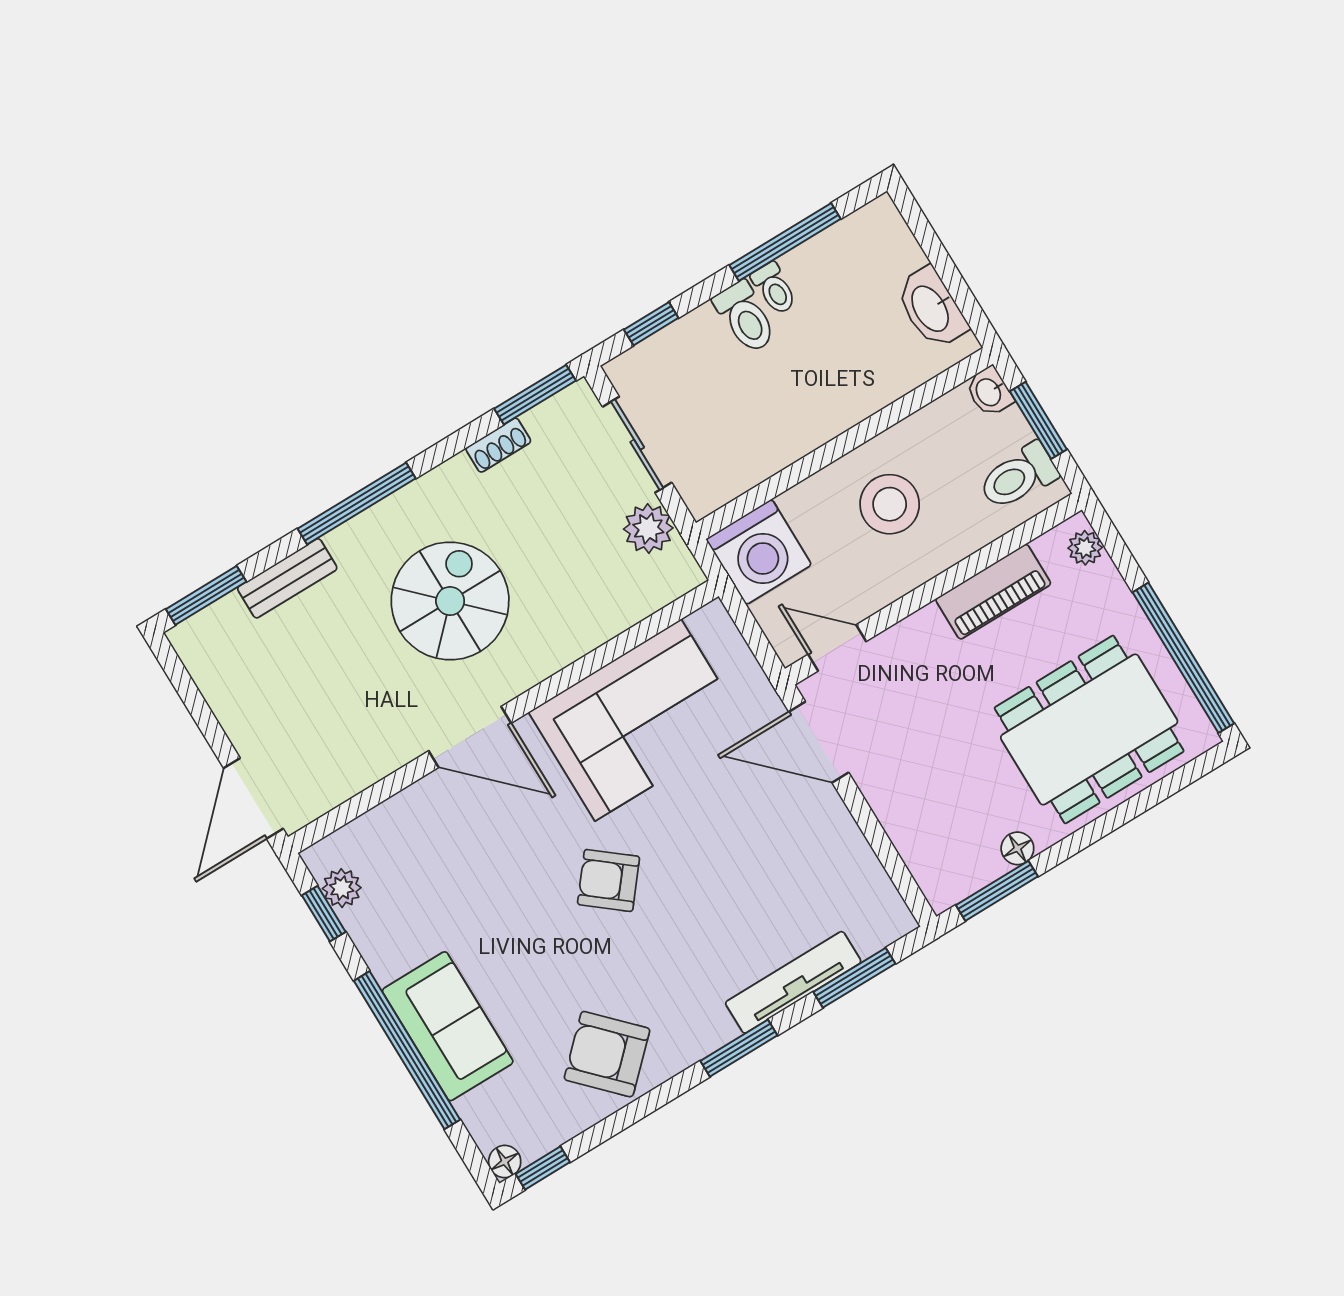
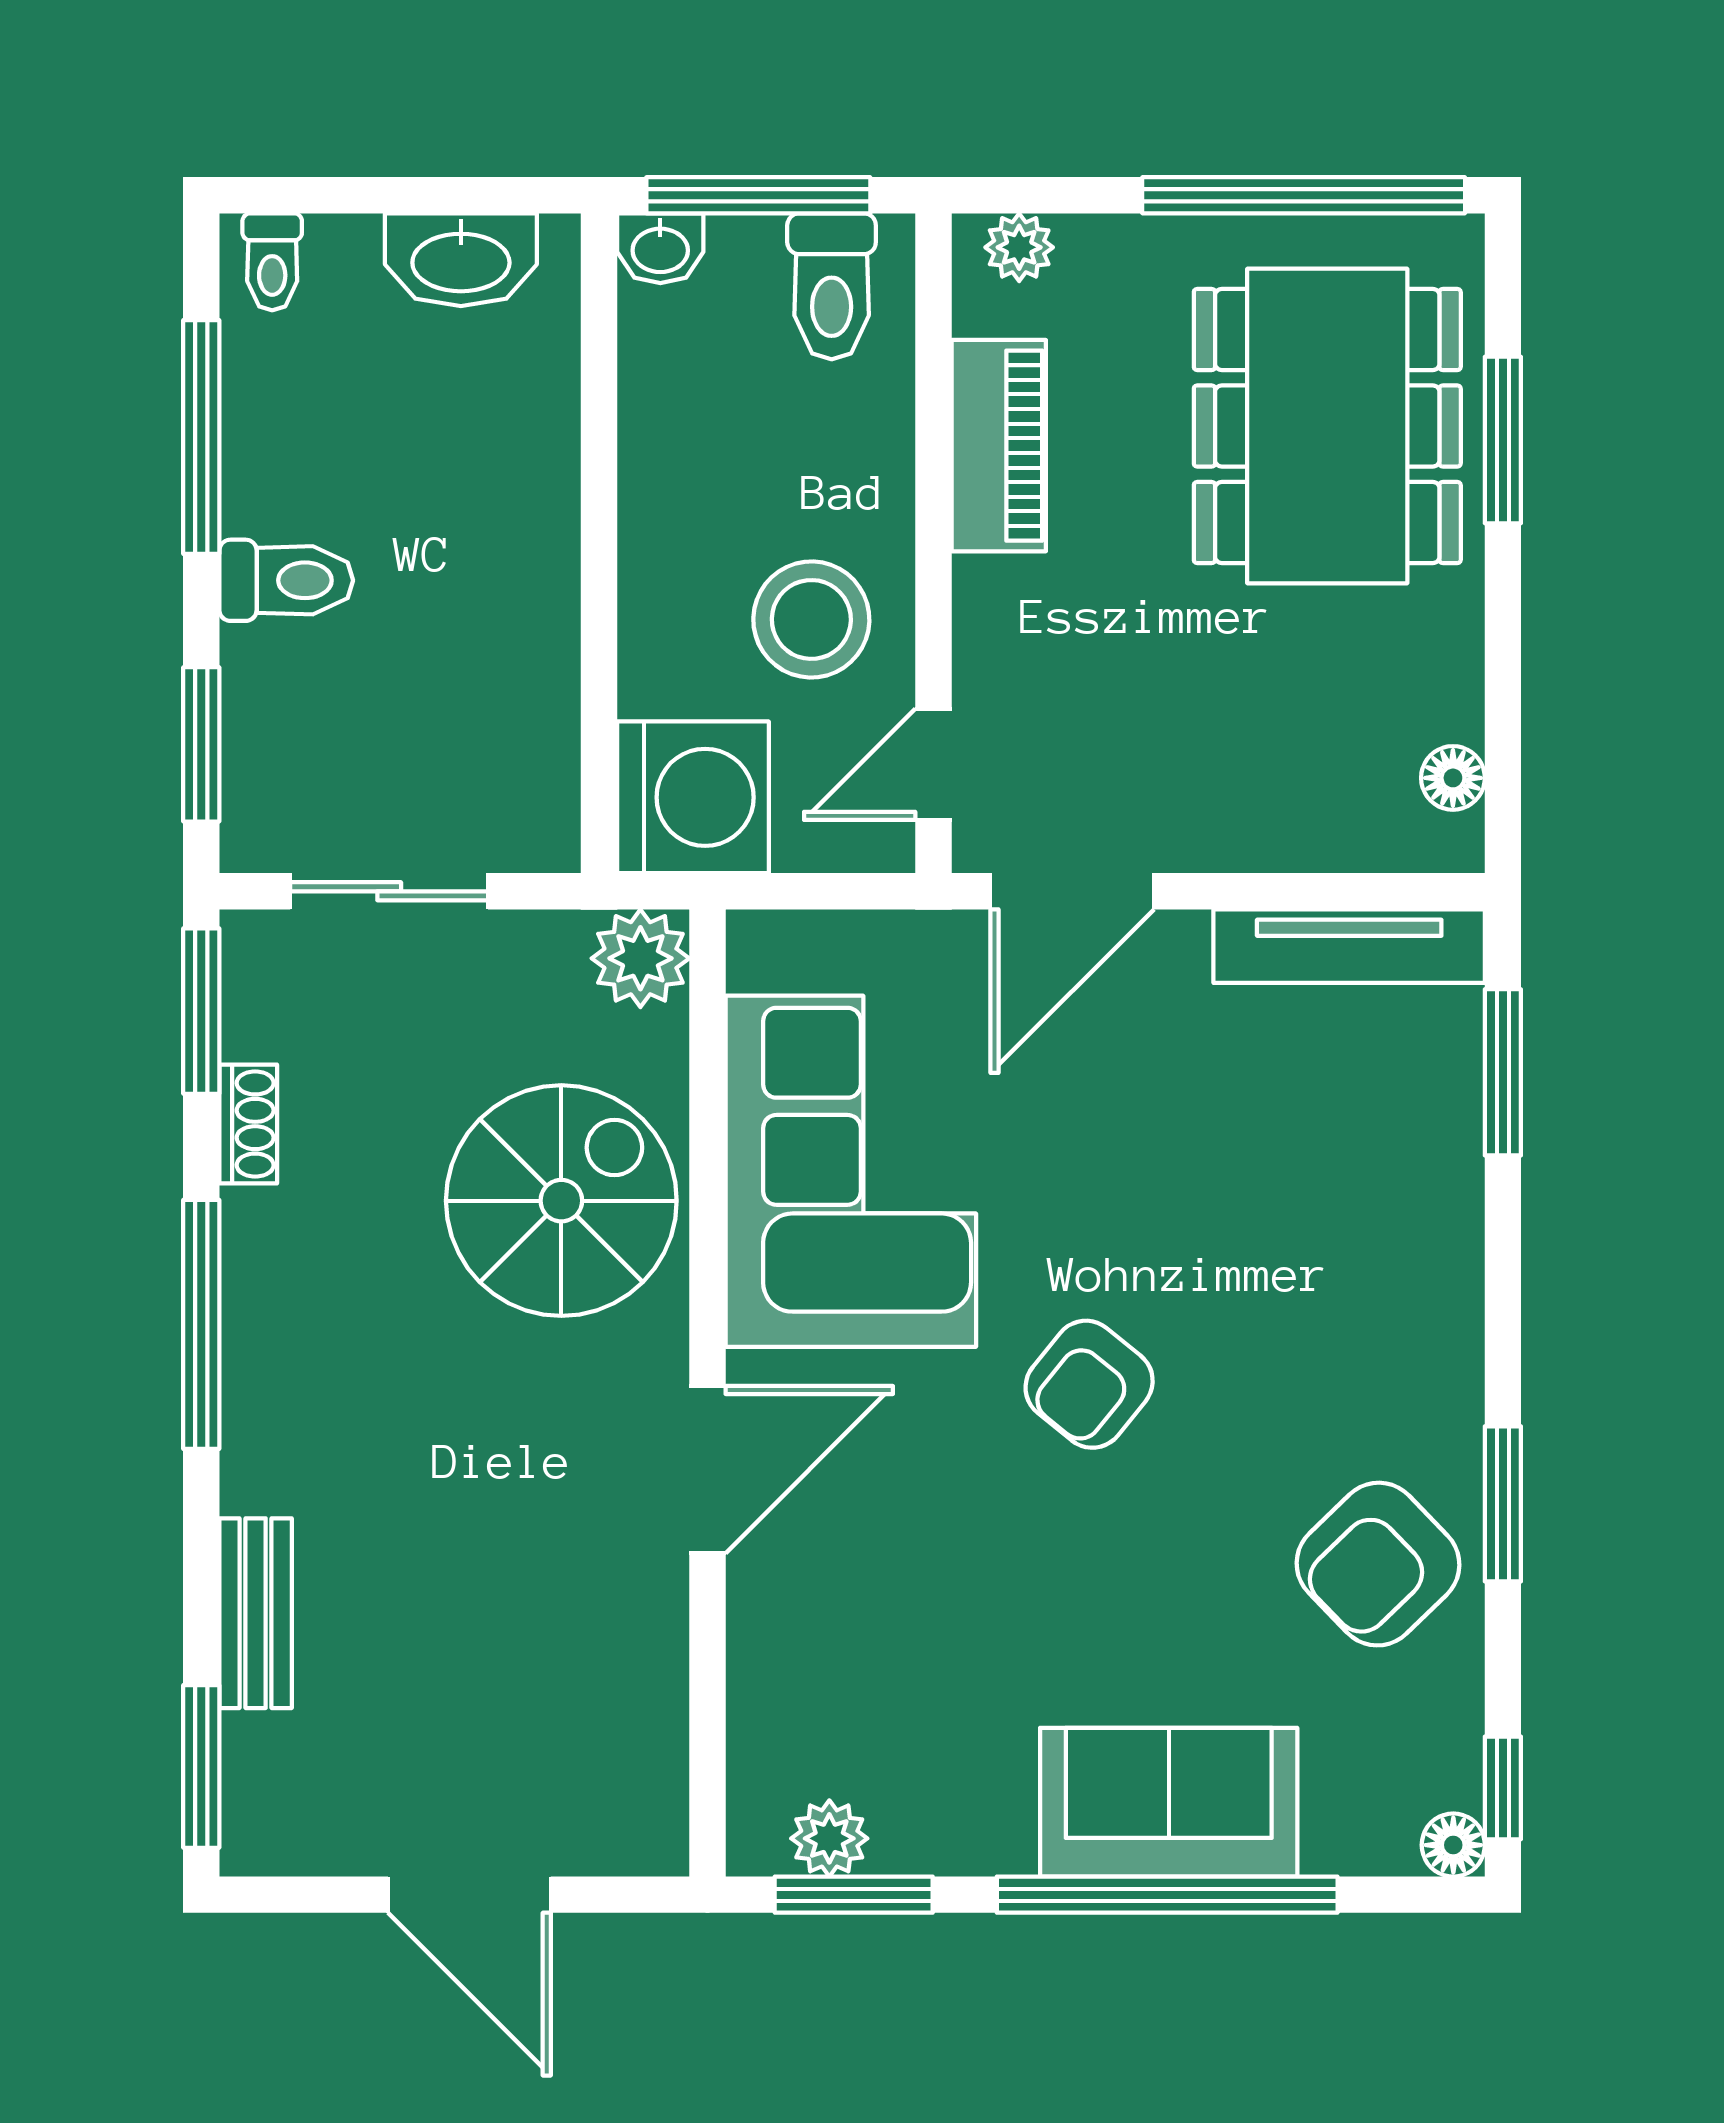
toilet: (774, 288) -> (272, 262), moved, turned 90
window: (651, 324) -> (201, 744), width x1.50
window: (1038, 420) -> (758, 195), width x1.44
window: (357, 503) -> (201, 1324), moved
stool: (890, 504) -> (811, 619), moved
plant: (648, 528) -> (640, 958), moved
spiral stairs: (450, 601) -> (561, 1201), moved, turned 90
door: (253, 798) -> (469, 1895), moved
floor lamp: (1017, 848) -> (1453, 778), moved
window: (997, 891) -> (1503, 440), moved
window: (324, 914) -> (854, 1895), width x1.50
tv unit: (793, 982) -> (1349, 946), moved, turned -90
window: (739, 1048) -> (1503, 1504), moved

